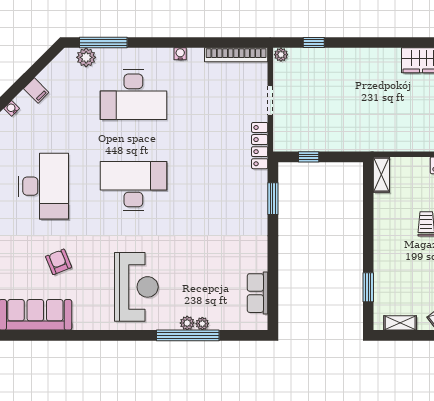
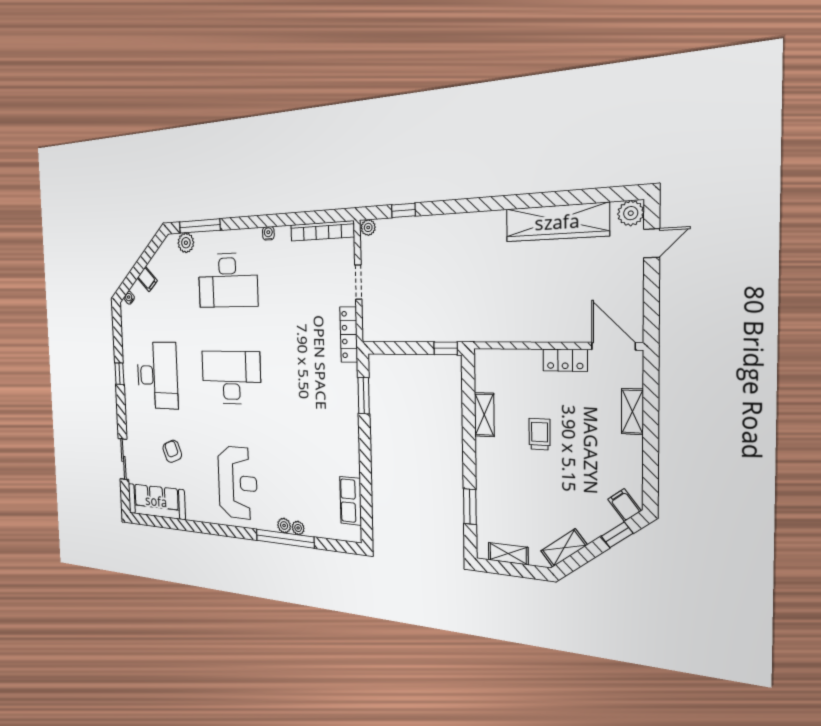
window: (309, 157) -> (446, 348), moved
shelving: (381, 175) -> (484, 415), moved

